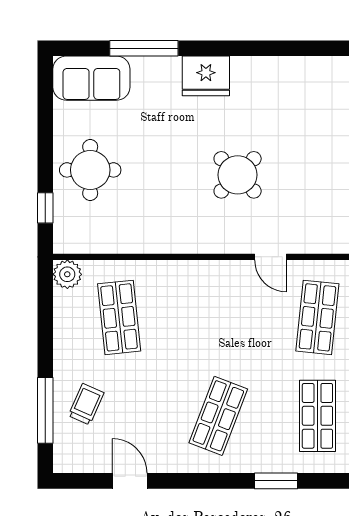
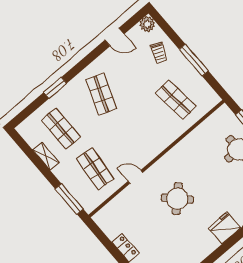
plant: (67, 274) -> (148, 24), moved
window: (45, 410) -> (194, 60), moved

